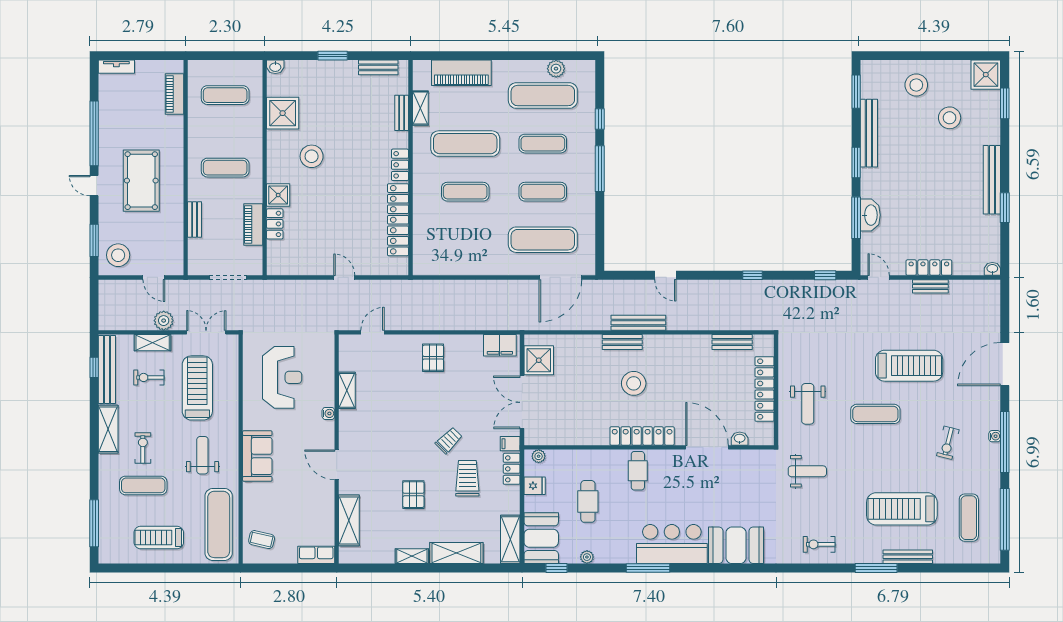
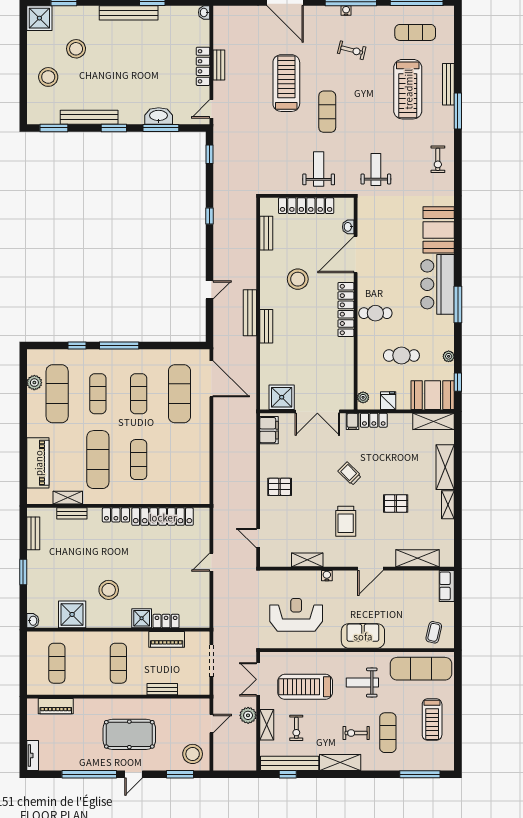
stool: (634, 383) -> (298, 279), moved
weight bench: (808, 404) -> (319, 169), turned -90
trolley: (467, 478) -> (346, 521), moved, turned -90

